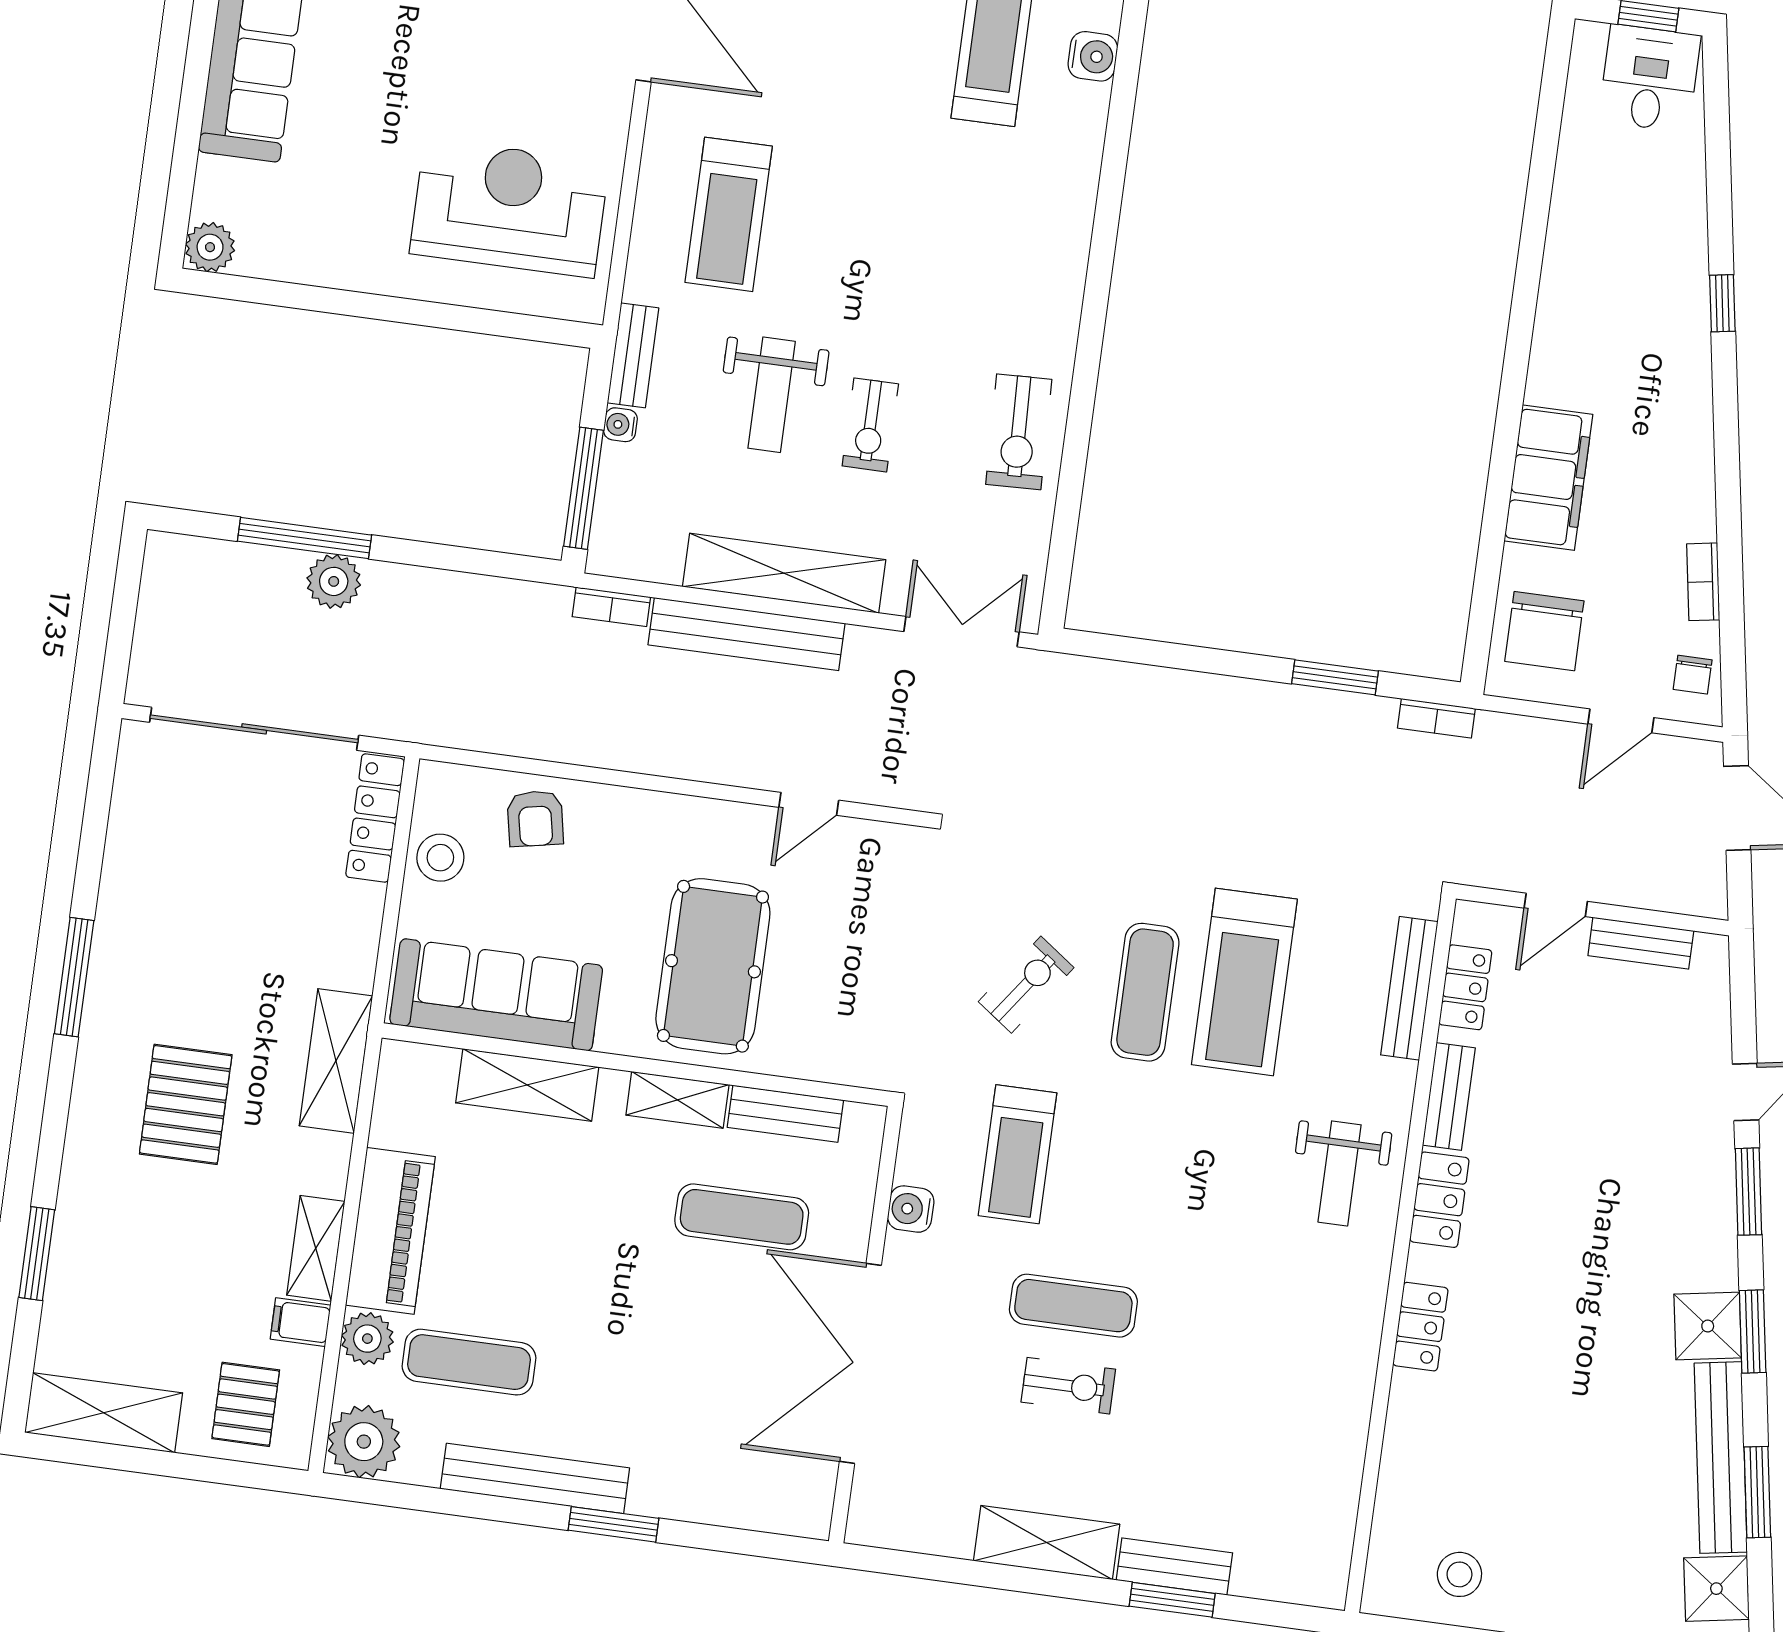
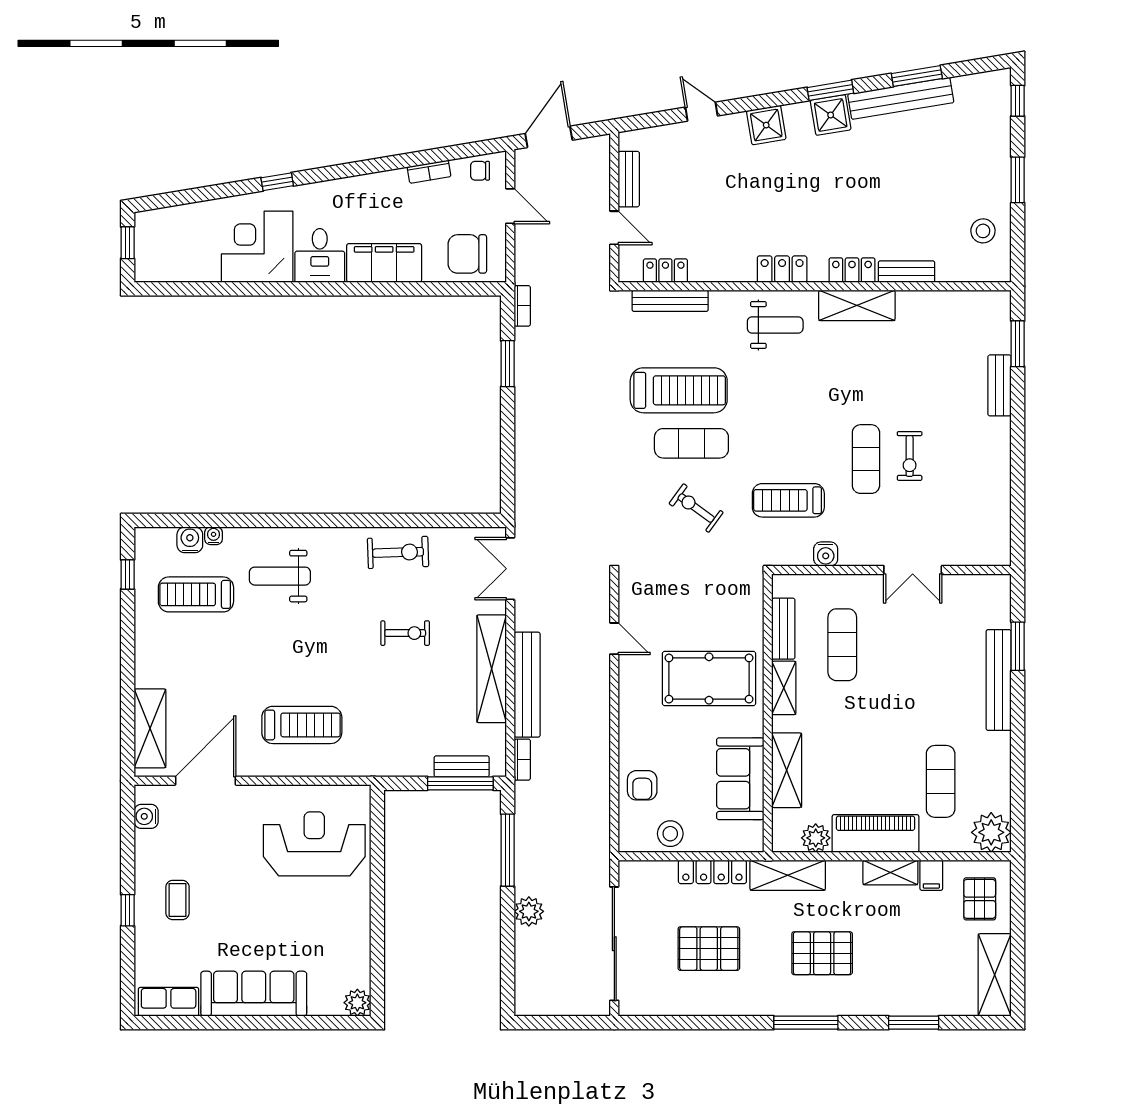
desk: (1650, 78) -> (320, 255), moved, turned -90
reception desk: (509, 208) -> (314, 844), turned 90
corner desk: (1609, 251) -> (257, 247), added
bench: (633, 355) -> (462, 766), moved
weight bench: (772, 395) -> (280, 576), moved, turned 180
water cooler: (620, 425) -> (214, 536), moved, turned 180
window: (304, 538) -> (508, 850), moved
chair: (1544, 631) -> (467, 254), turned 180
chair: (1693, 675) -> (480, 171), turned 180
locker: (375, 818) -> (712, 872), moved
armchair: (535, 818) -> (642, 785), turned 101
pallet: (222, 900) -> (709, 949), added
window: (74, 977) -> (806, 1023), moved
sofa: (496, 995) -> (740, 779), width x0.73
bench: (1449, 1096) -> (907, 272), moved
treadmill: (1017, 1154) -> (788, 500), turned 180
window: (1749, 1192) -> (755, 103), removed
plant: (367, 1339) -> (816, 838), moved
double door: (860, 1363) -> (913, 570), width x0.54
exercise bike: (1068, 1386) -> (910, 456), turned 180
pallet: (246, 1404) -> (980, 899), turned 90
bench: (535, 1478) -> (999, 680), moved
window: (614, 1524) -> (1018, 646), moved
shelving: (1047, 1543) -> (857, 305), moved, turned 90
shower: (1716, 1589) -> (766, 125), moved
window: (1172, 1600) -> (1018, 344), moved

